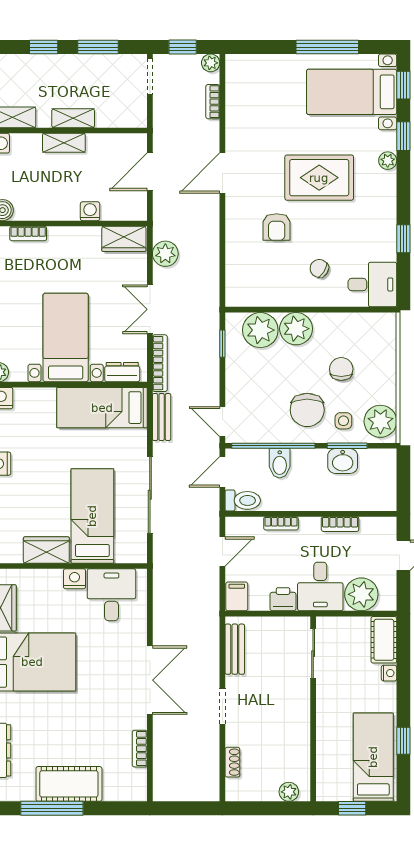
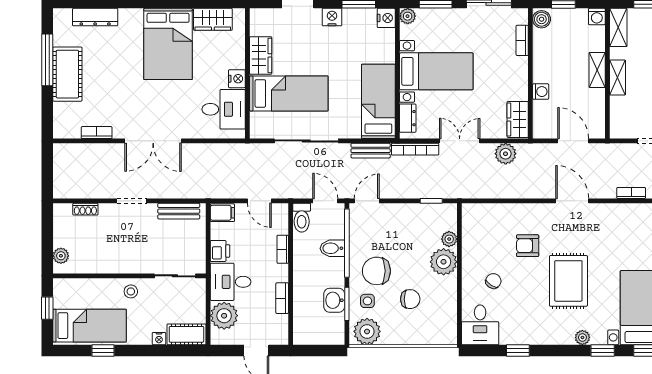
plant: (260, 330) -> (449, 239), width x0.53, depth x0.53
stool: (332, 707) -> (131, 291), added

